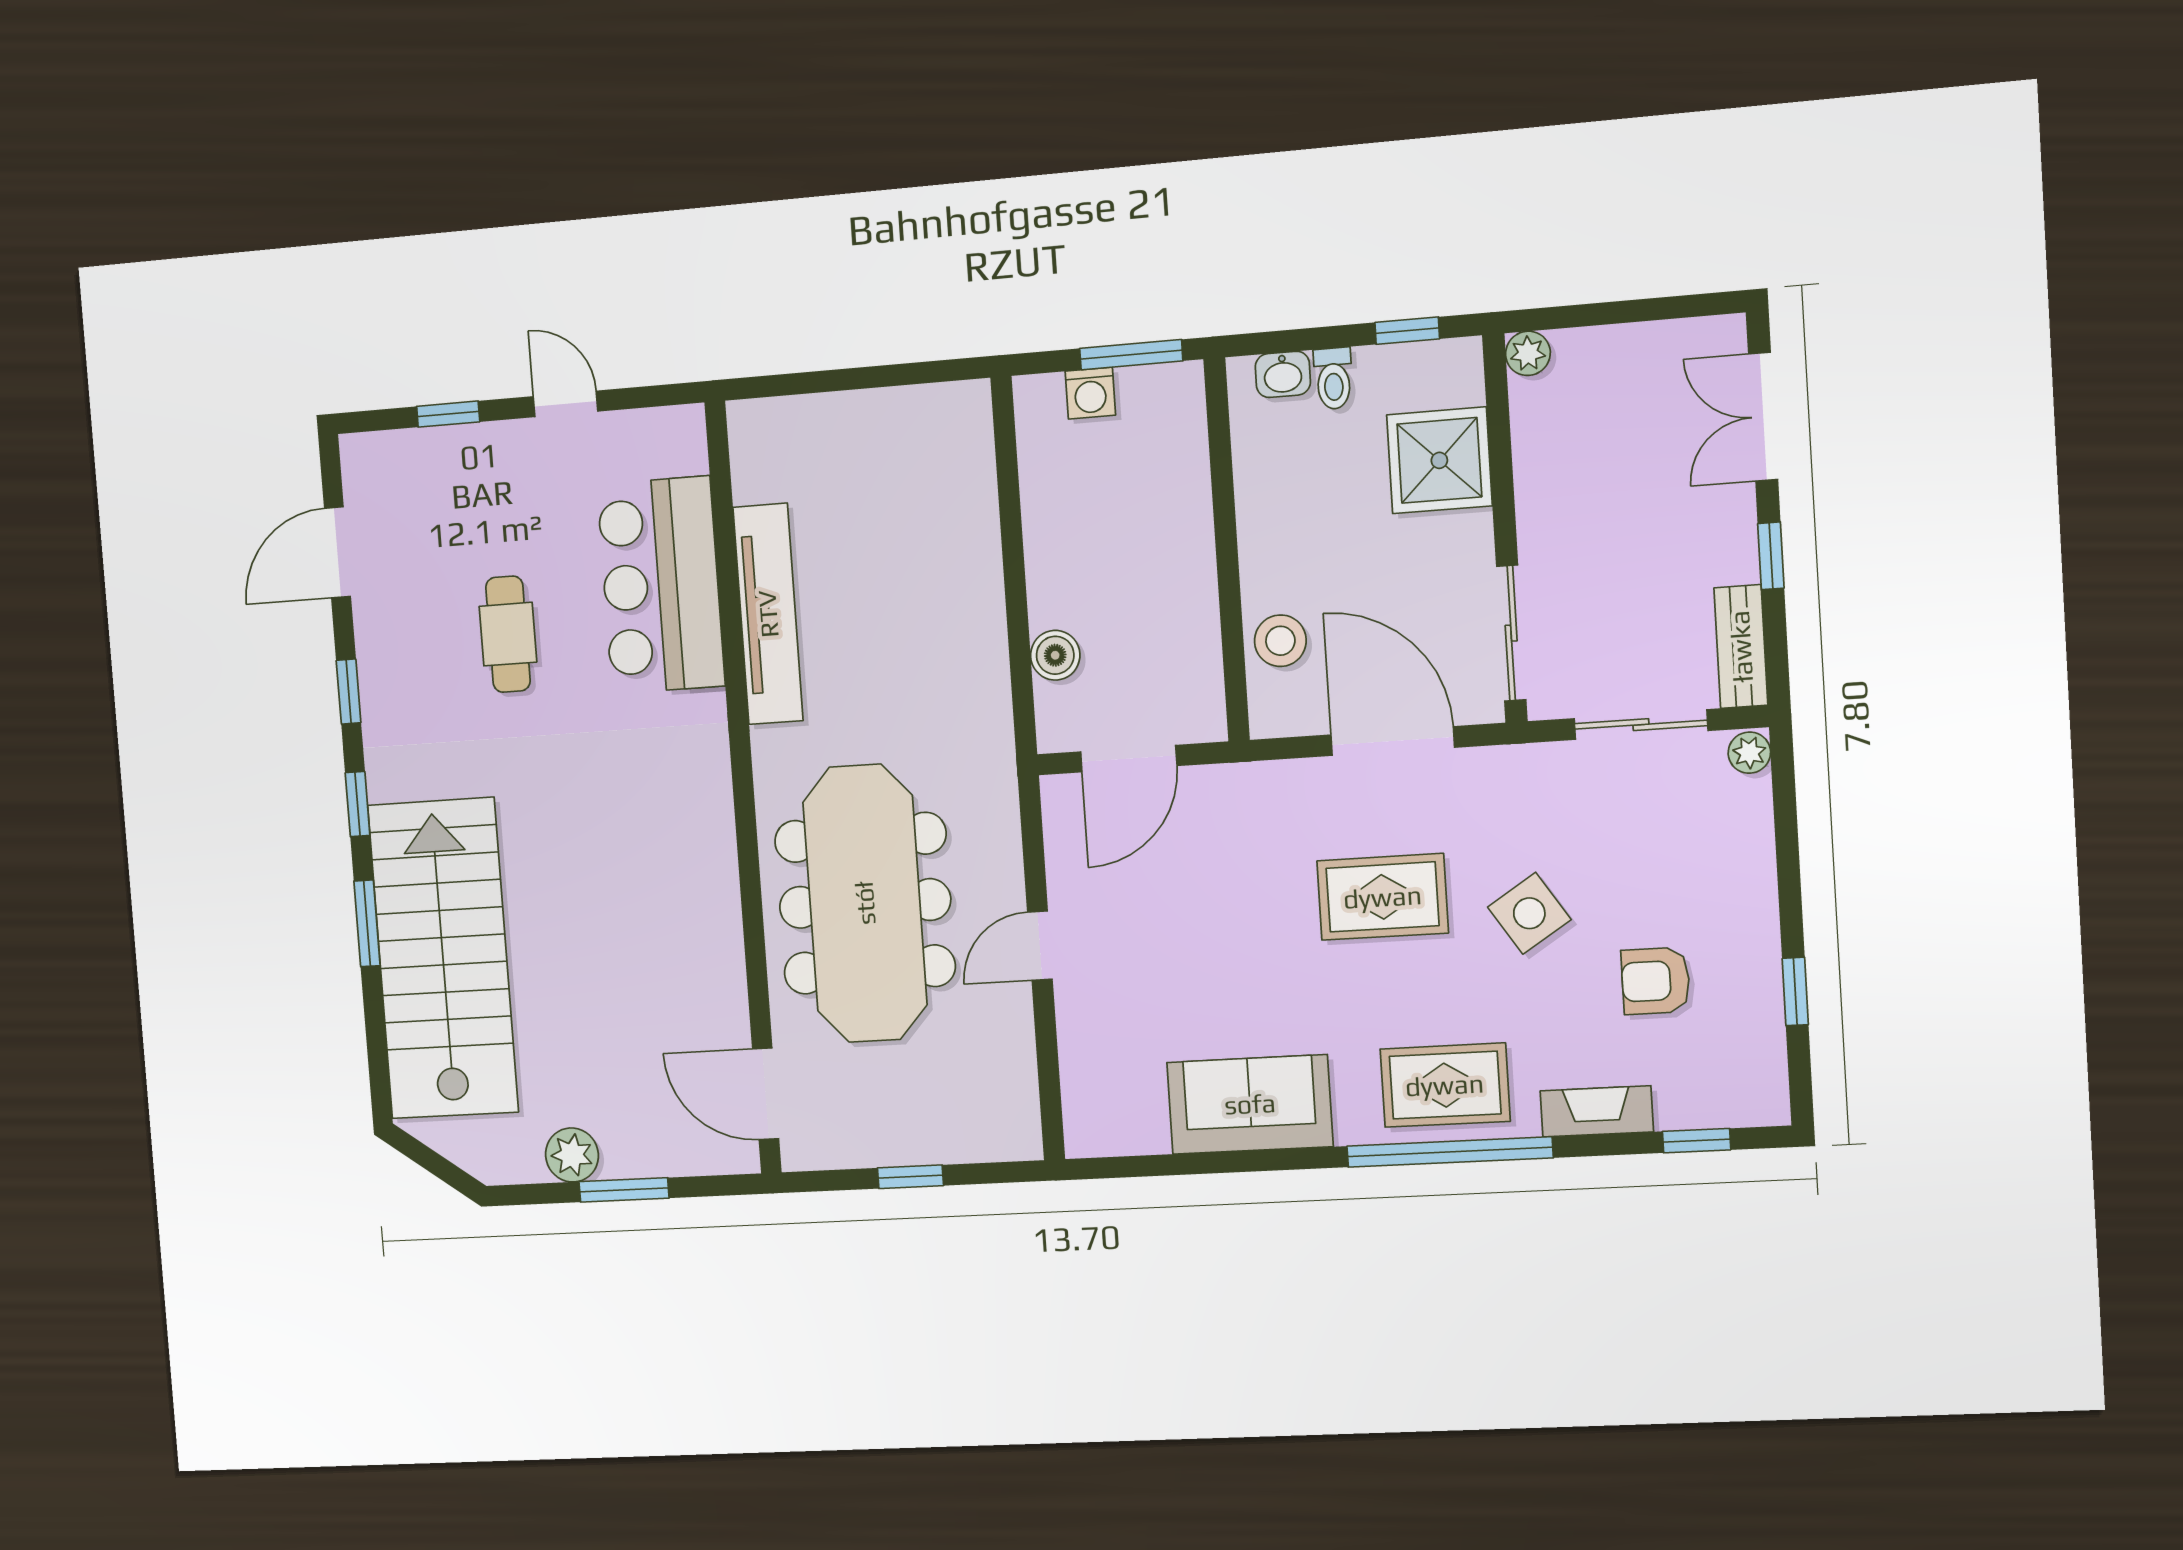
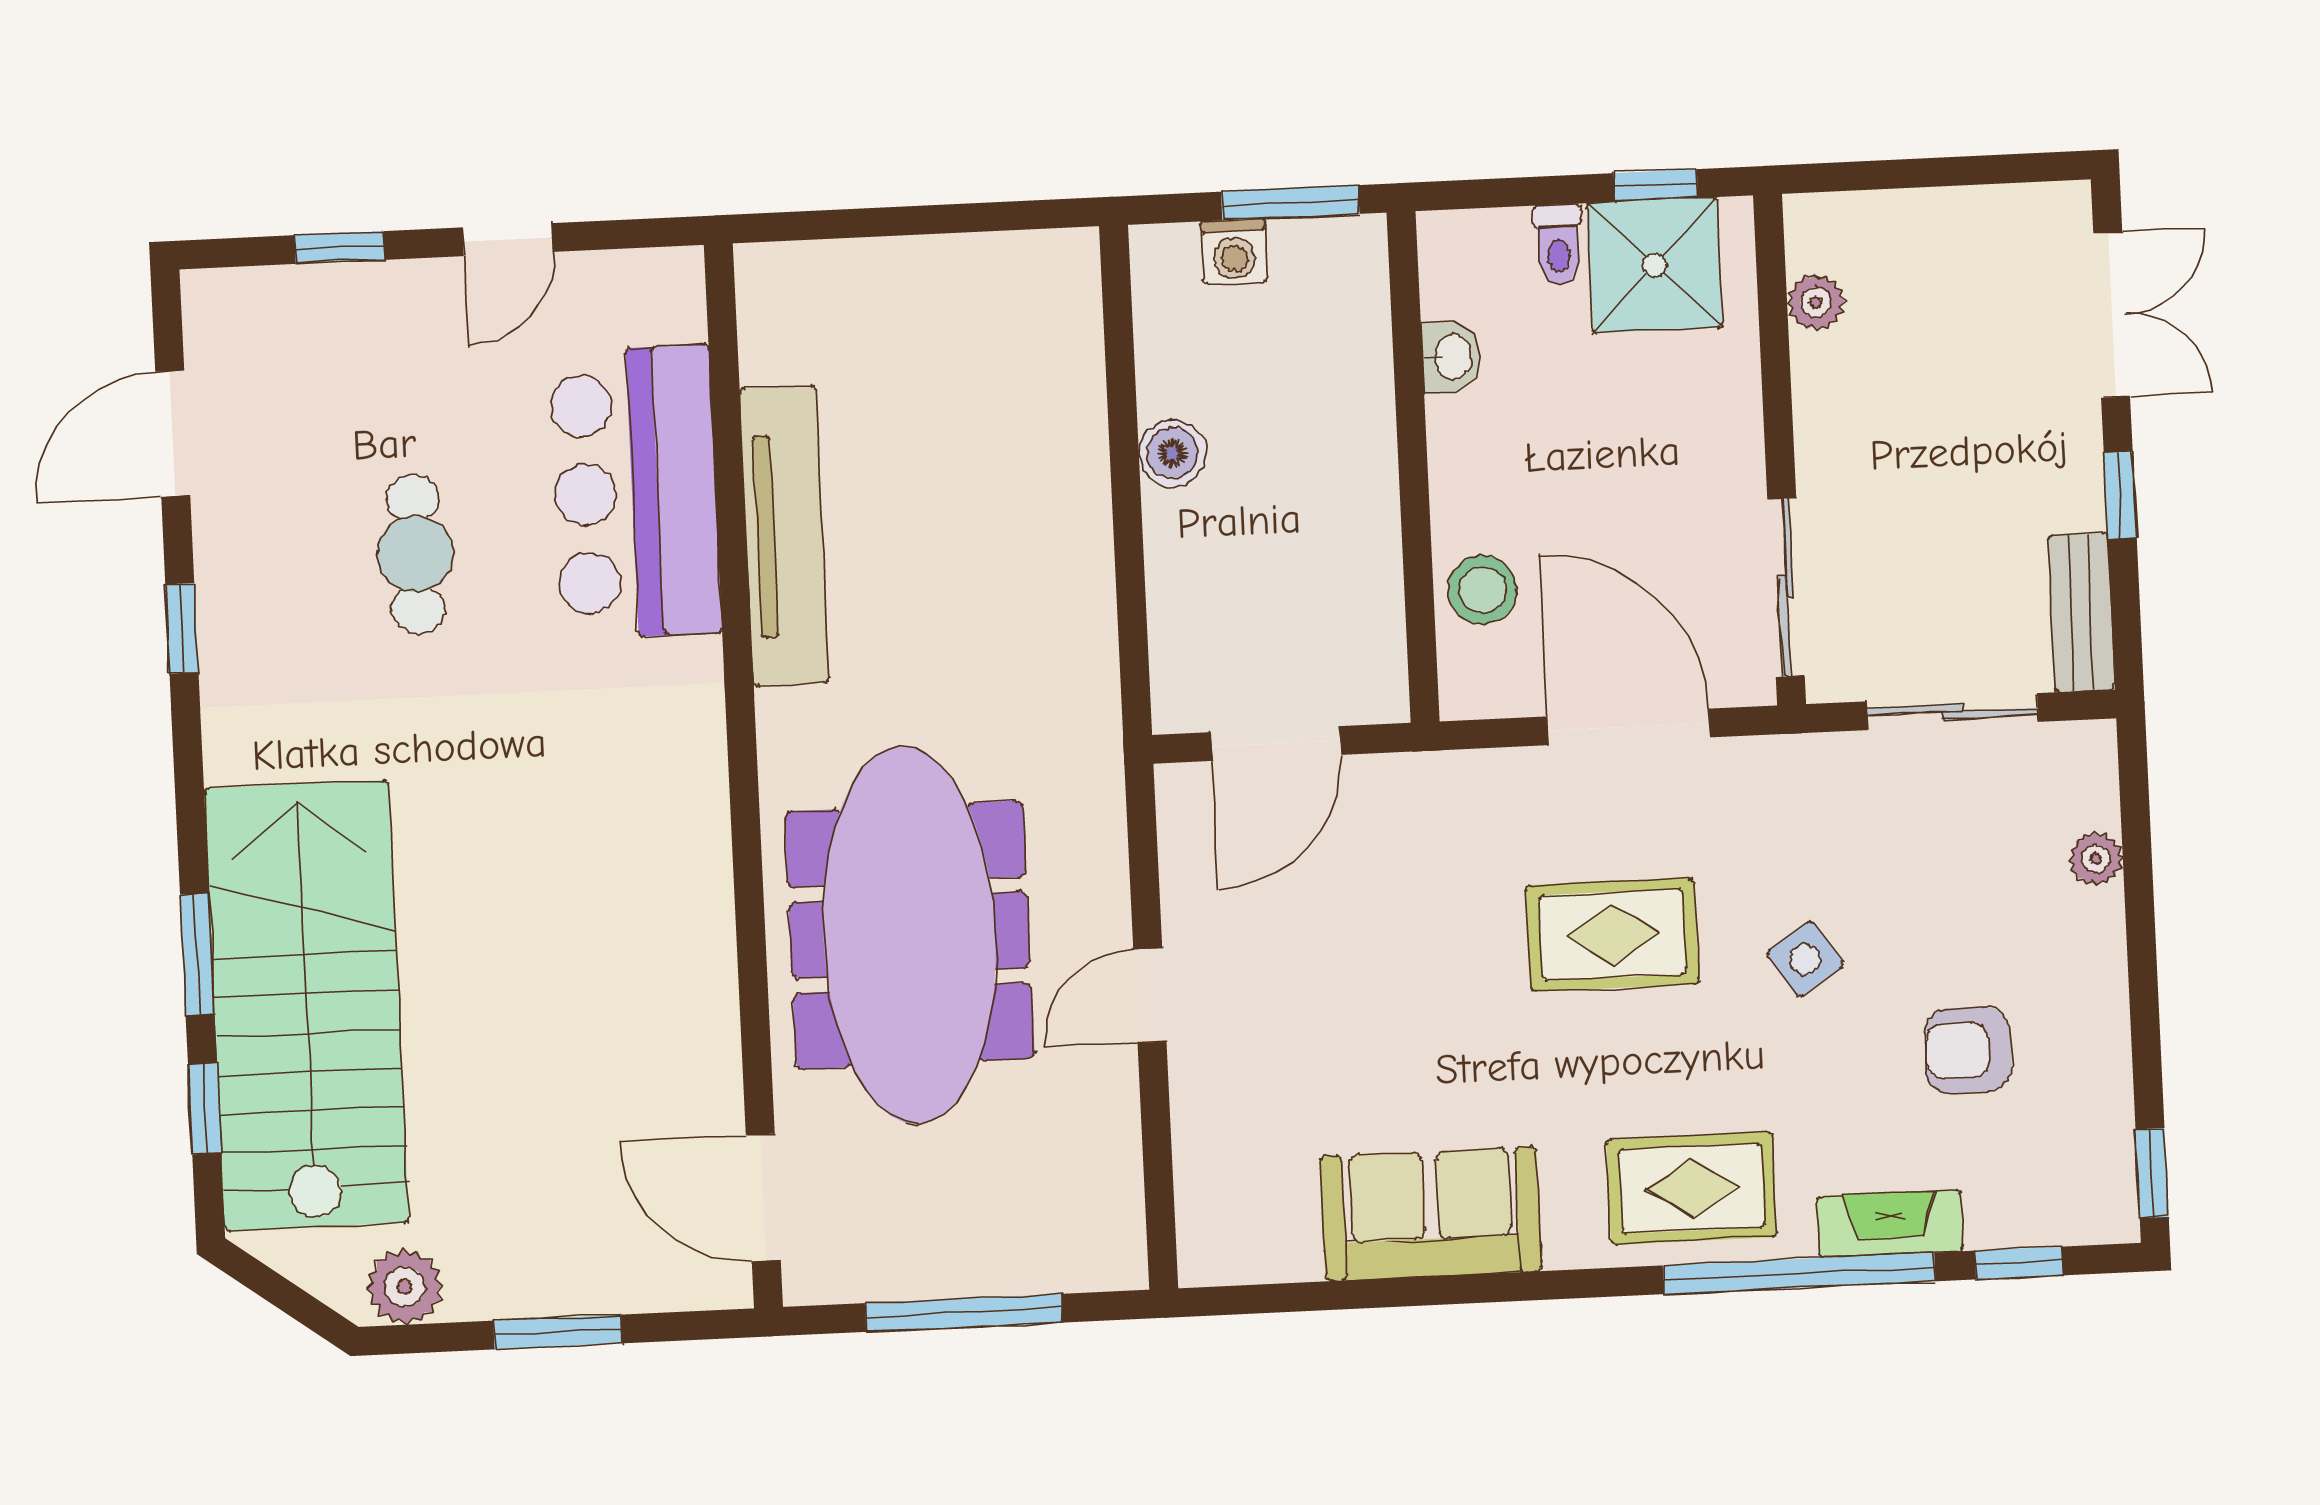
plant: (1528, 353) -> (1816, 302), moved
washbasin: (1283, 374) -> (1451, 357), moved, turned -90
door: (565, 404) -> (508, 240), swing flipped
double door: (1763, 417) -> (2112, 315), swing flipped
shower: (1439, 460) -> (1655, 265), moved
boiler: (1055, 655) -> (1172, 453), moved
plant: (1749, 753) -> (2096, 859), moved
window: (358, 804) -> (205, 1109), moved
side table: (1529, 913) -> (1805, 959), width x0.73, depth x0.73
window: (1795, 991) -> (2152, 1173), moved
window: (1450, 1152) -> (1799, 1273), moved
plant: (572, 1155) -> (405, 1287), moved
window: (910, 1177) -> (964, 1313), width x2.17

